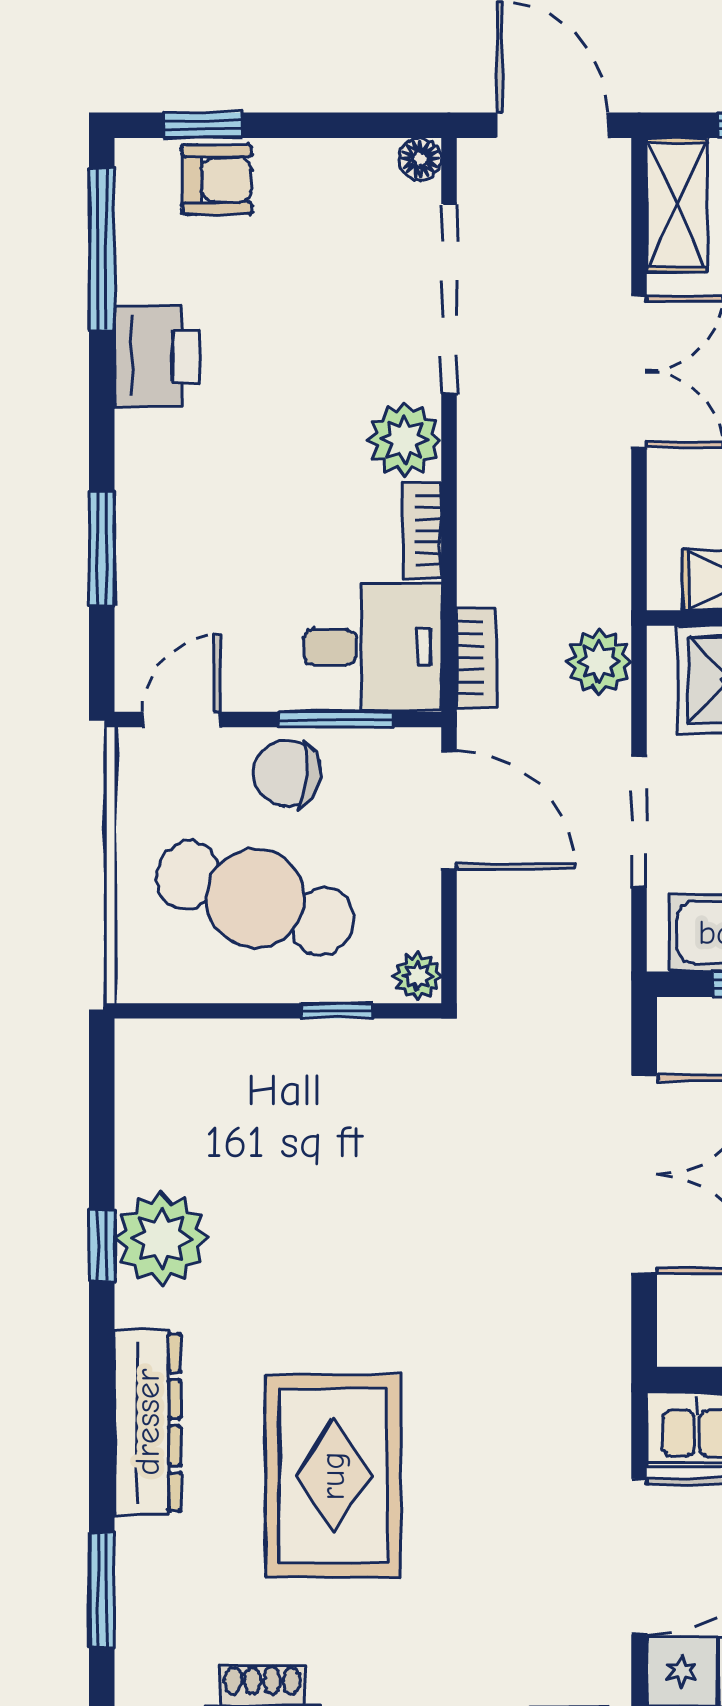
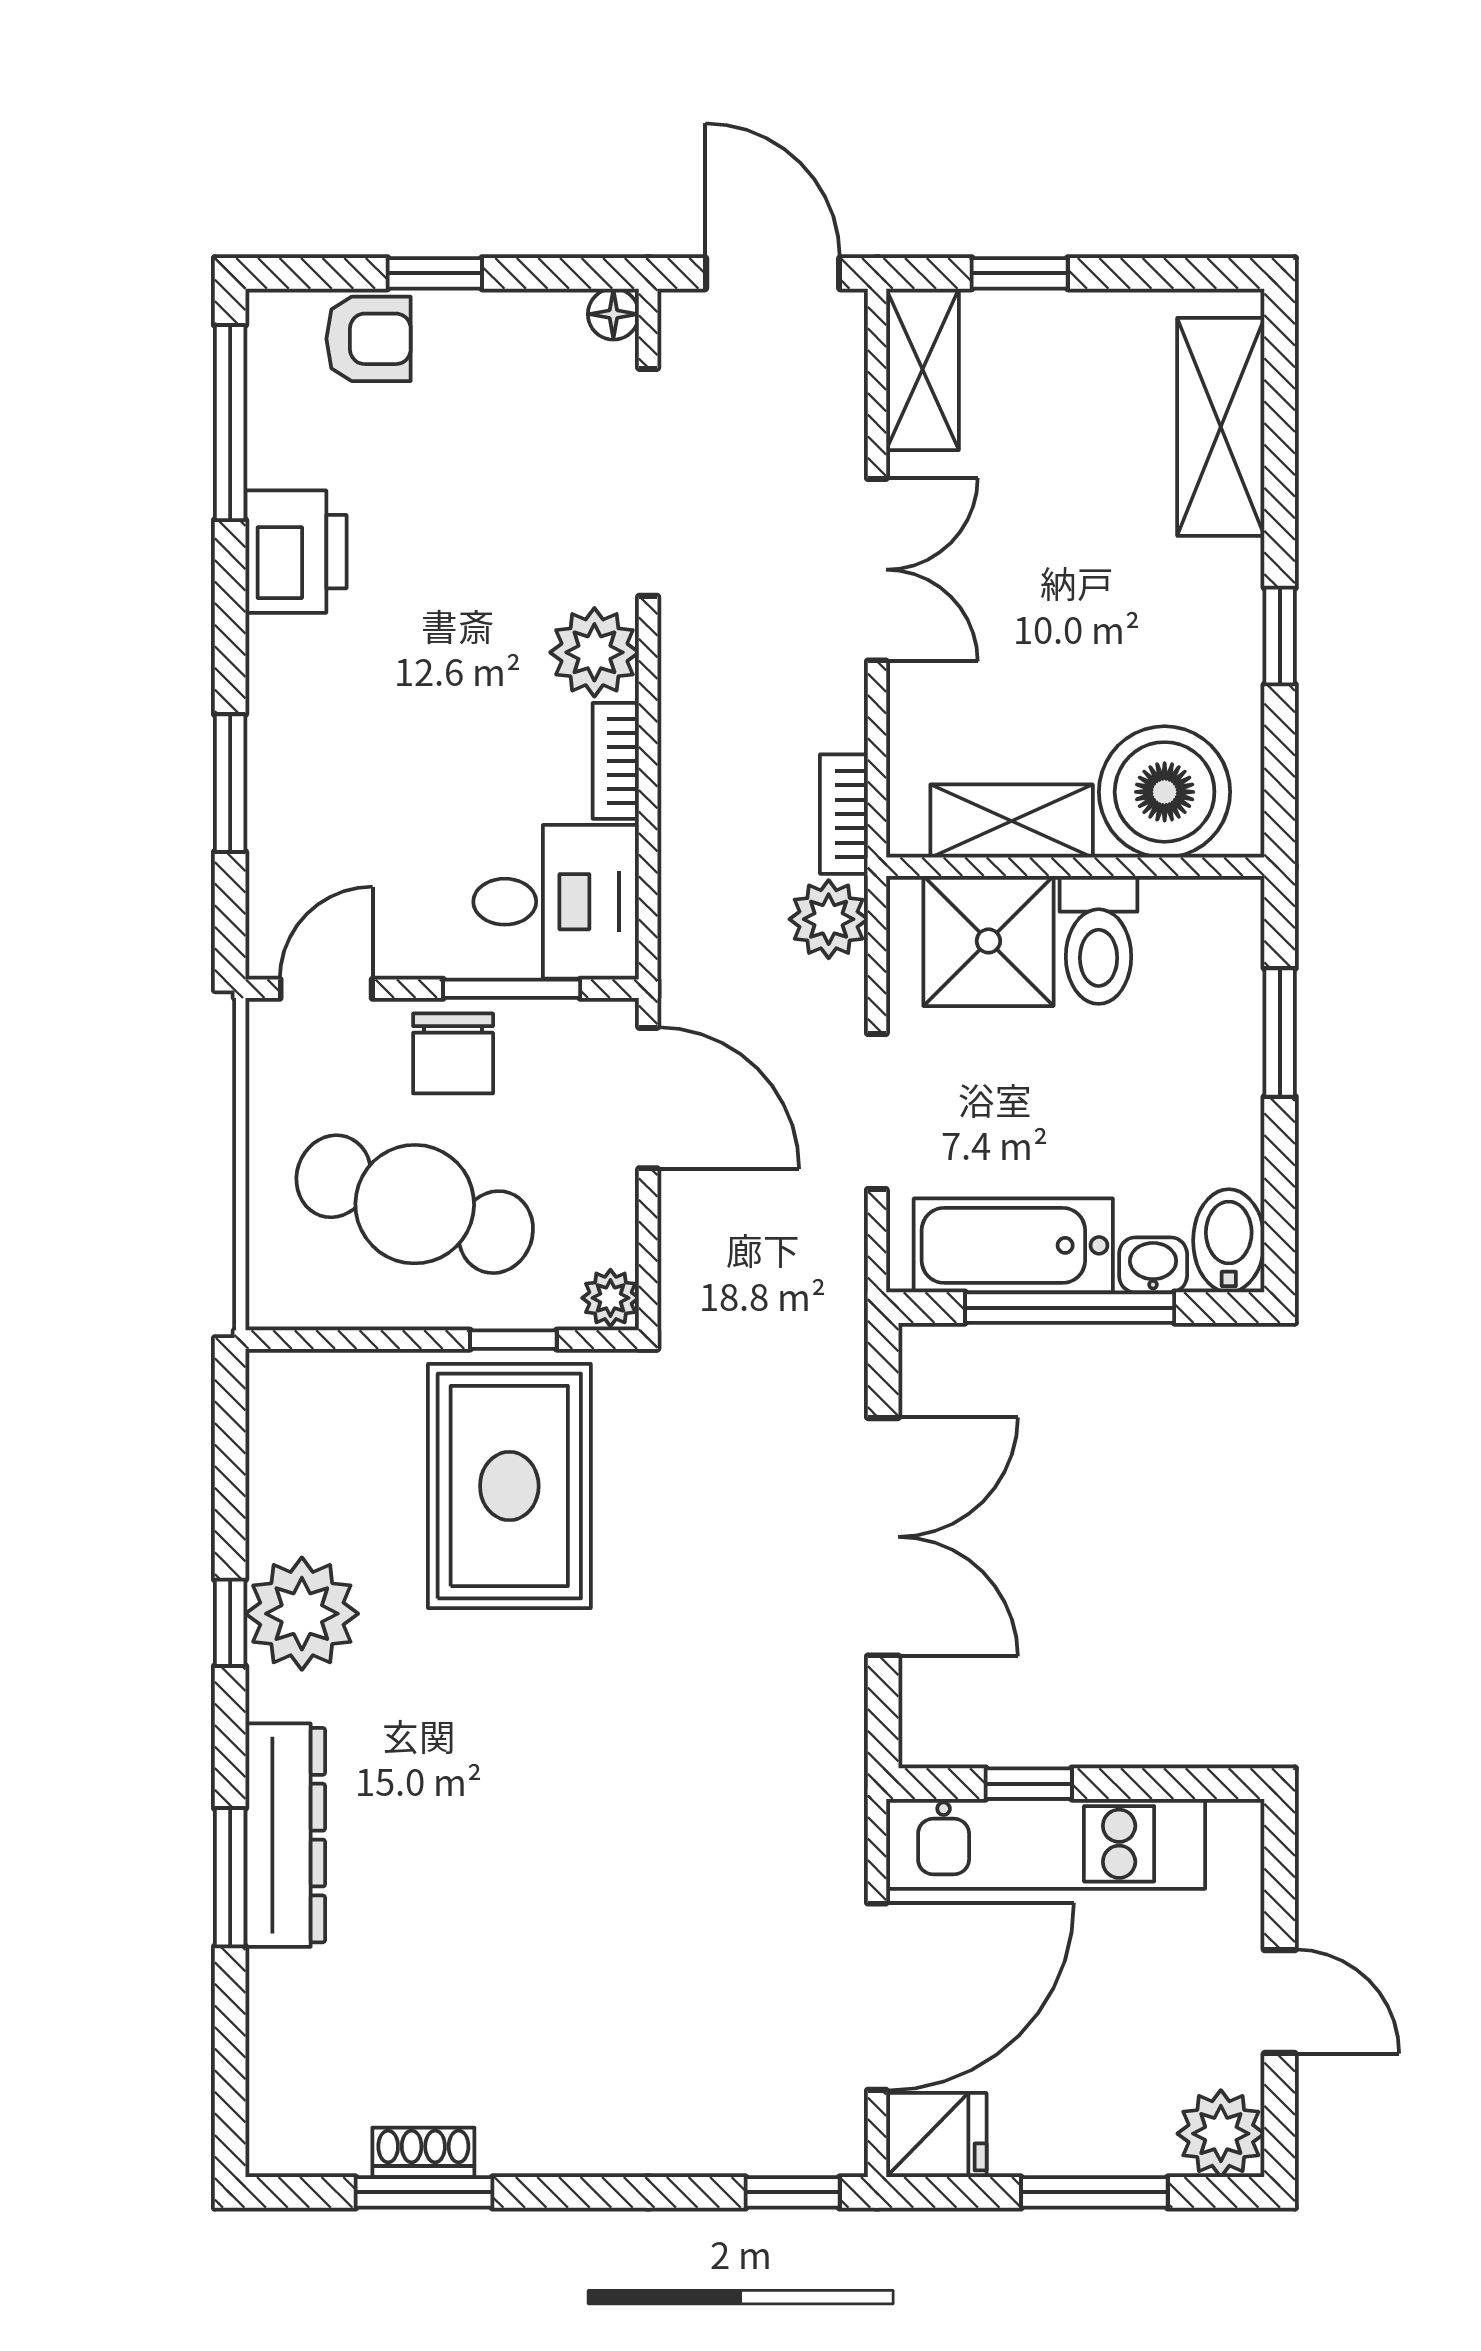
window: (204, 125) -> (435, 273), moved
bookcase: (476, 658) -> (844, 814), moved, turned 180
chair: (287, 773) -> (453, 1053), turned -95
rug: (333, 1476) -> (509, 1486), moved
window: (102, 1590) -> (230, 1877), moved

